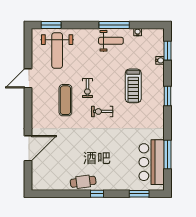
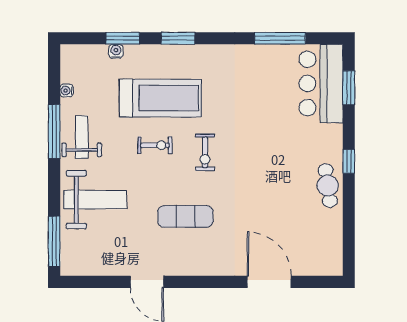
window: (51, 25) -> (54, 241), width x1.44
weight bench: (57, 50) -> (95, 200), moved
window: (168, 51) -> (123, 38), moved
treadmill: (133, 86) -> (160, 98), width x1.37, depth x1.38
exercise bike: (87, 88) -> (155, 145), moved
bar counter: (152, 162) -> (321, 84), moved, turned 90

